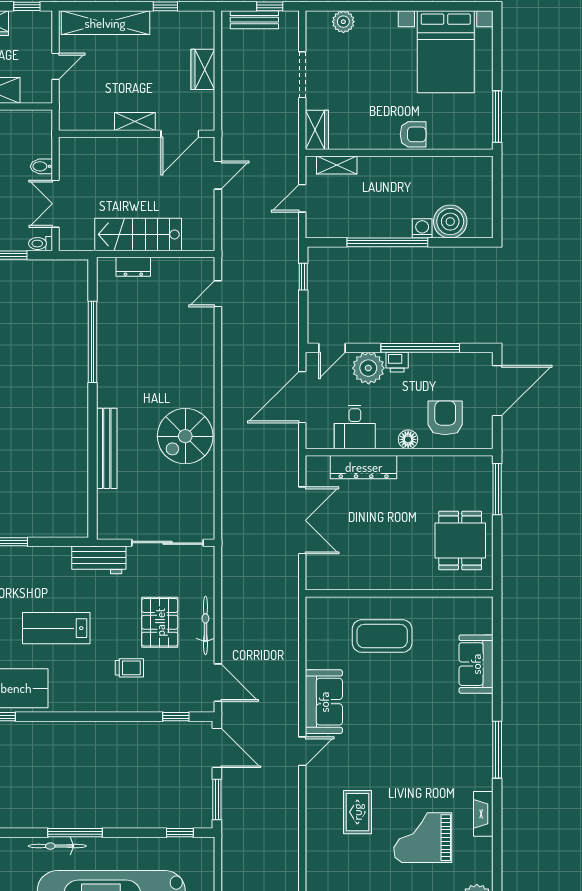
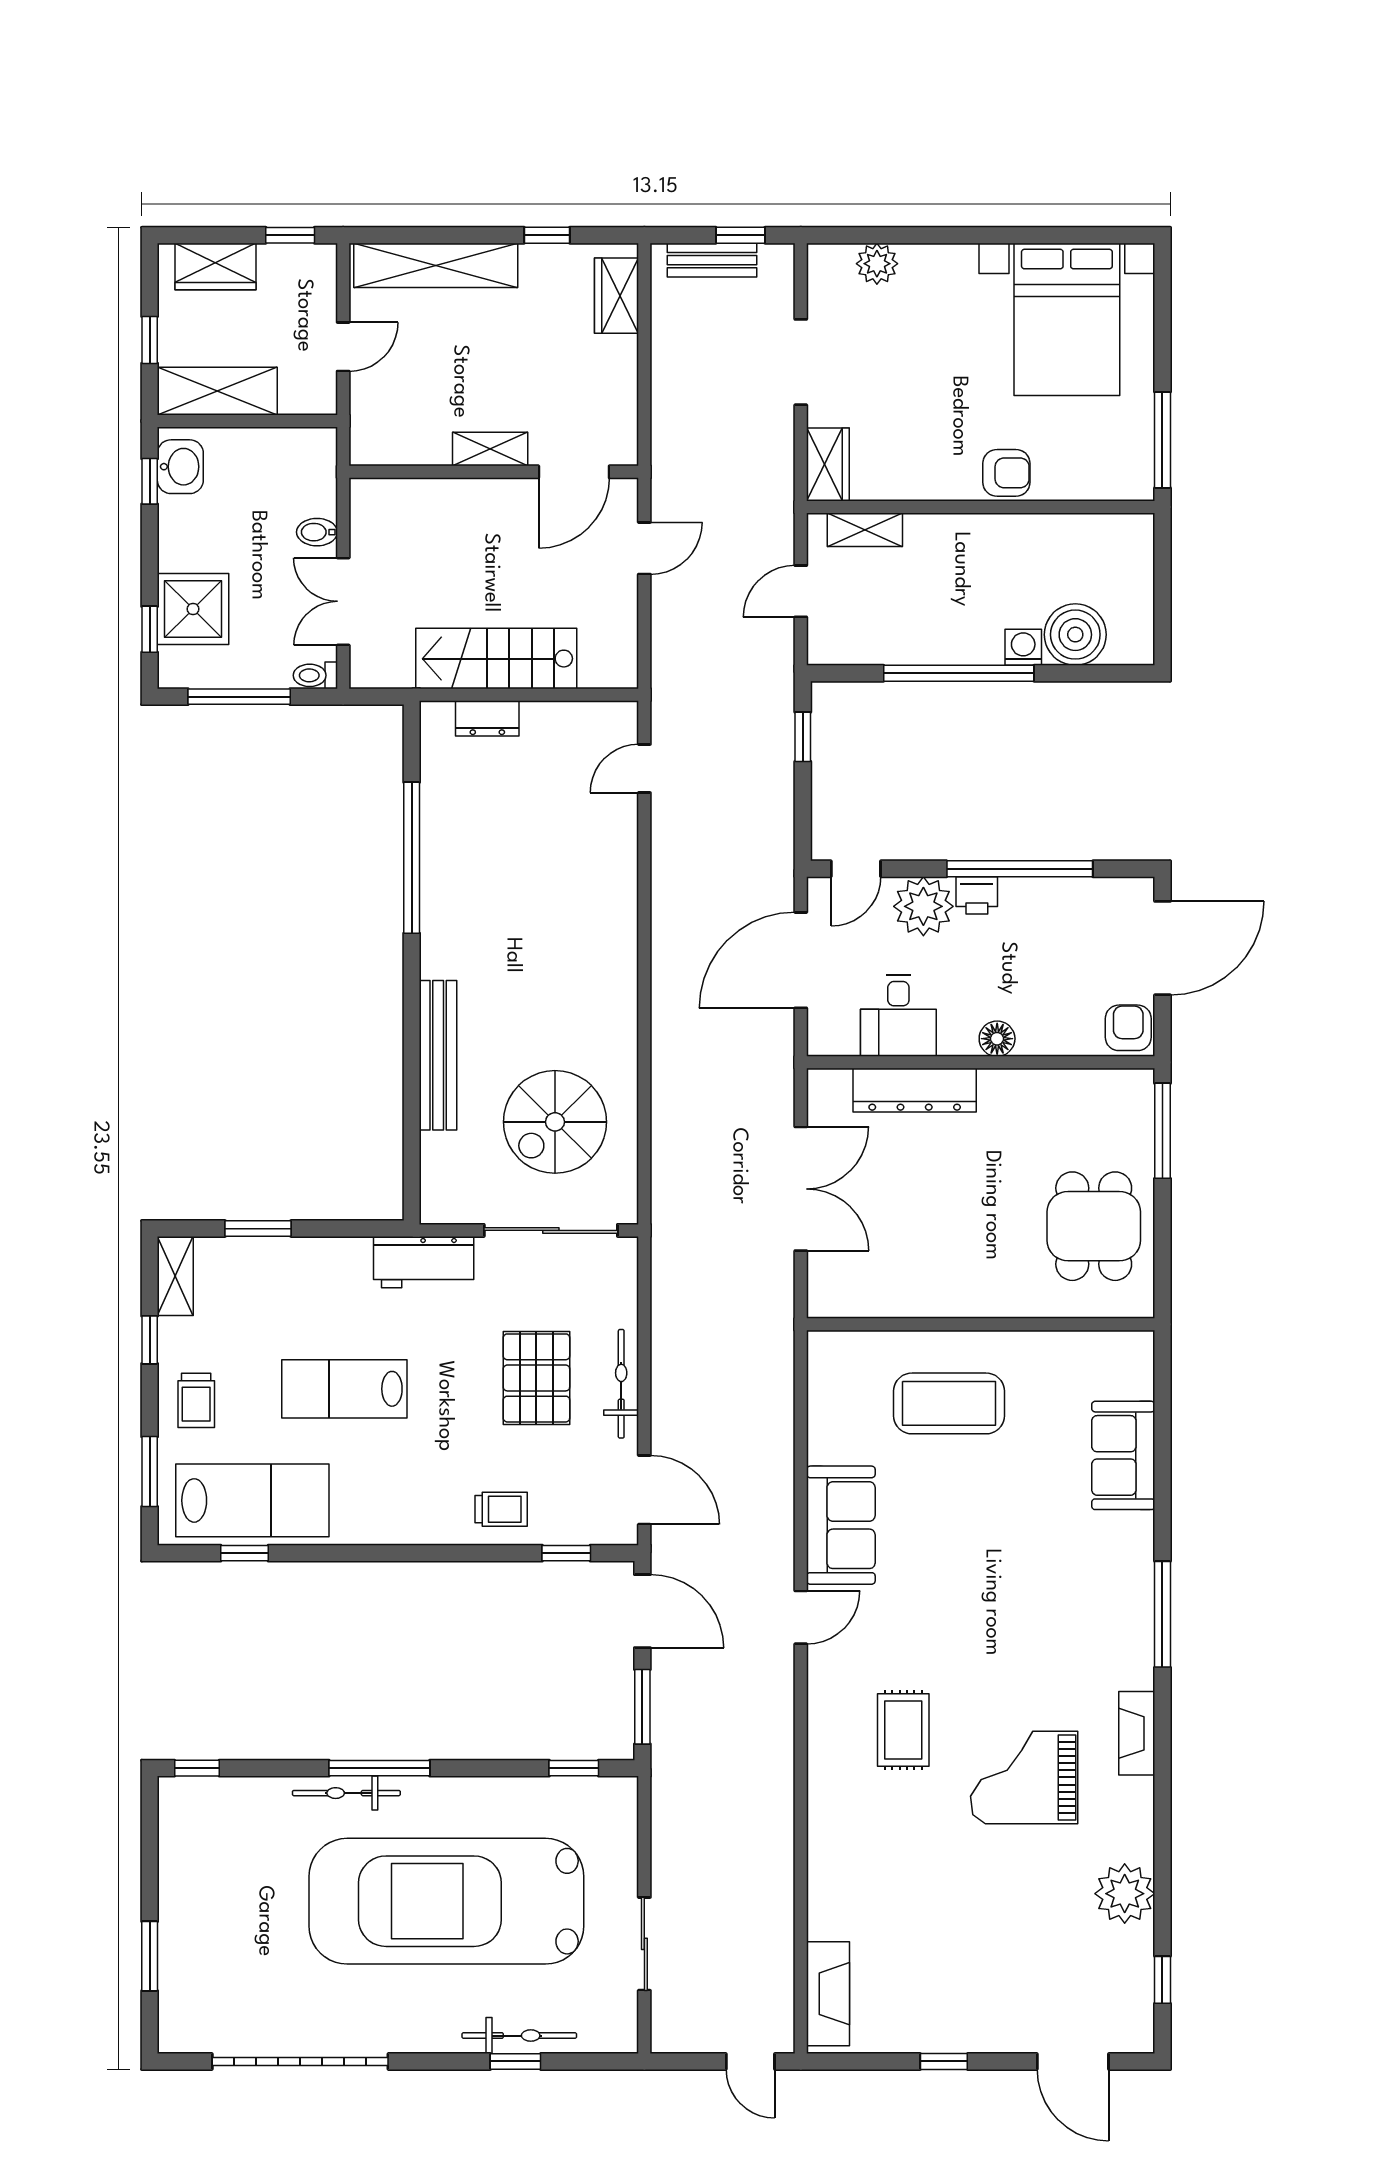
wardrobe: (203, 69) -> (617, 296), moved
armchair: (445, 418) -> (1128, 1028), moved, width x0.72, depth x0.72
spiral stairs: (185, 436) -> (555, 1122), moved
trolley: (129, 668) -> (501, 1509), moved

